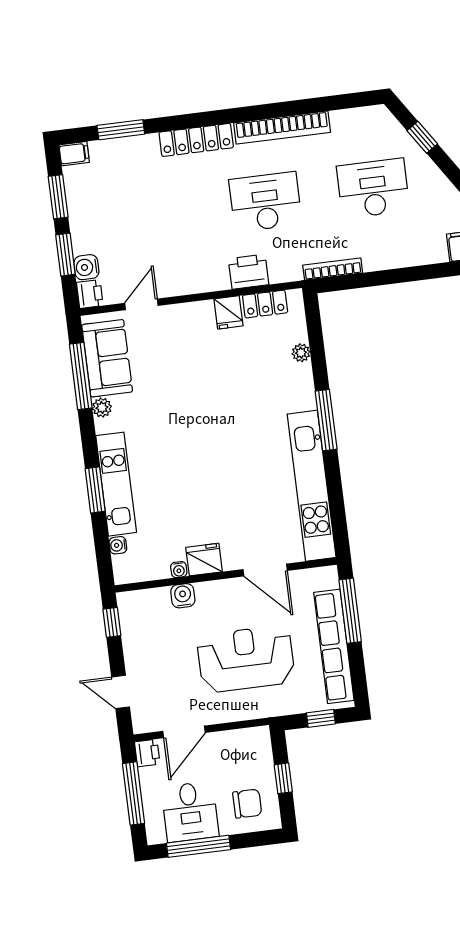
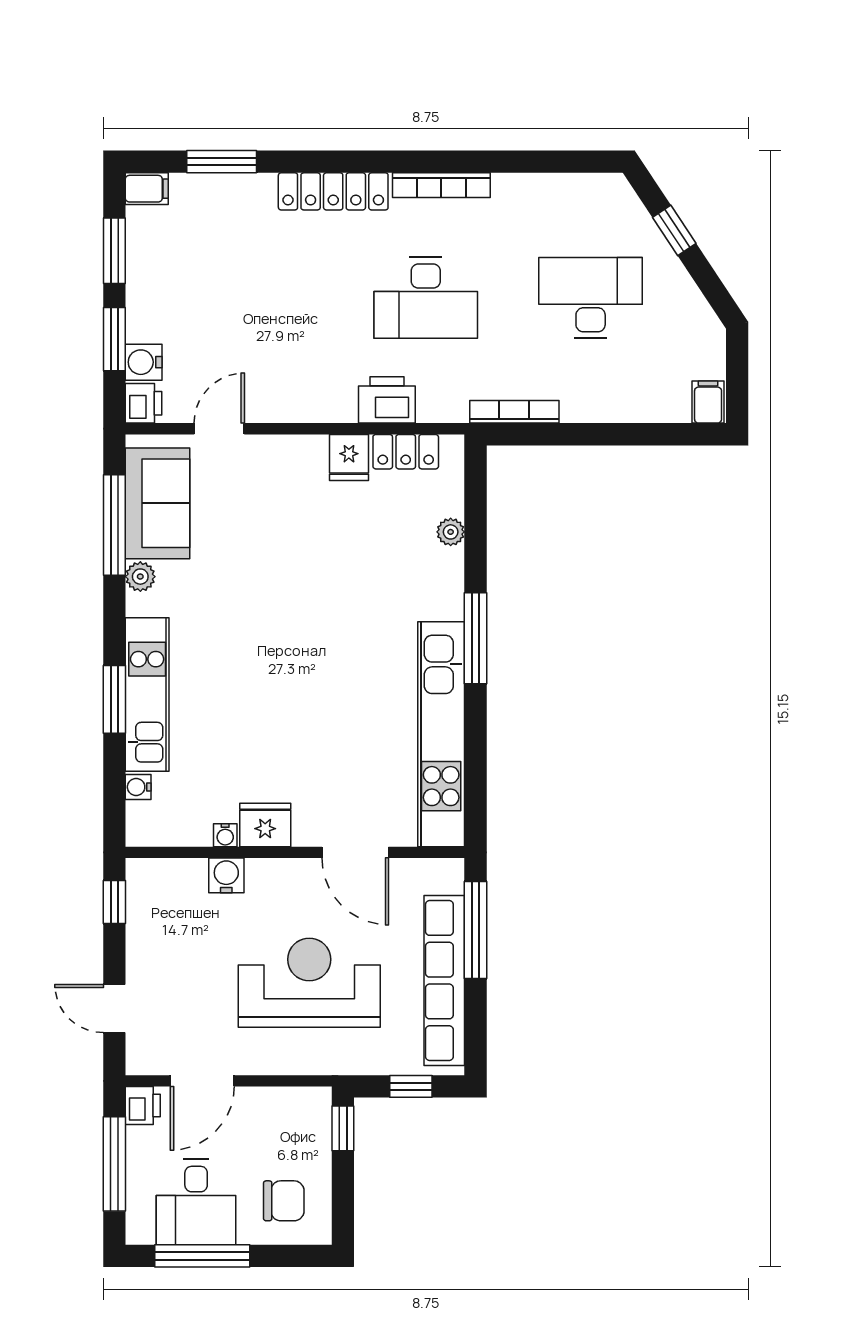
bookcase: (282, 128) -> (441, 185), width x0.68, depth x0.76
desk: (265, 202) -> (426, 298), turned 180
window: (283, 778) -> (343, 1128), moved

